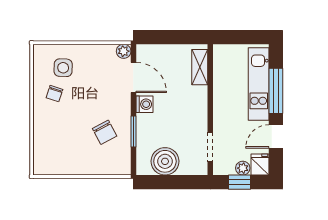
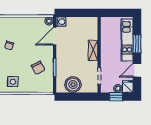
shelving: (200, 67) -> (93, 50), moved
side table: (63, 68) -> (13, 82), moved
door: (133, 77) -> (55, 36), swing flipped
window: (276, 91) -> (137, 44), width x0.69
washing machine: (144, 104) -> (61, 22), moved

